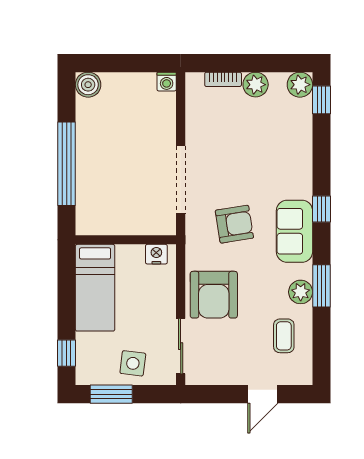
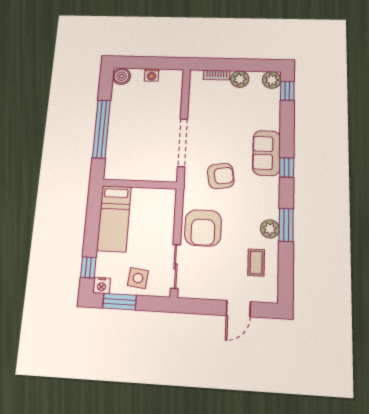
washing machine: (167, 82) -> (152, 75), moved
sofa: (294, 231) -> (266, 153), moved
nightstand: (156, 254) -> (102, 286), moved, turned 180

